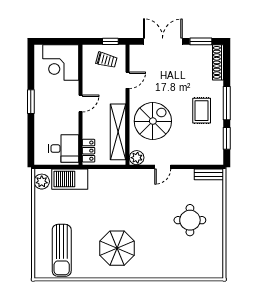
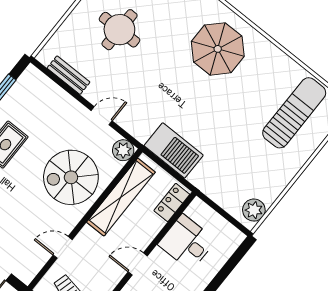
desk: (64, 149) -> (187, 242), moved
bench: (209, 174) -> (68, 75), moved
barbecue: (70, 179) -> (174, 150), moved
parasol: (117, 248) -> (218, 49), moved

